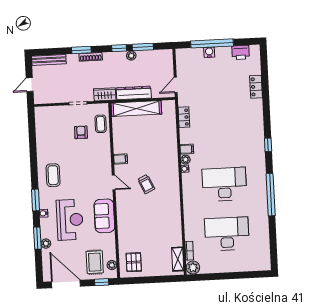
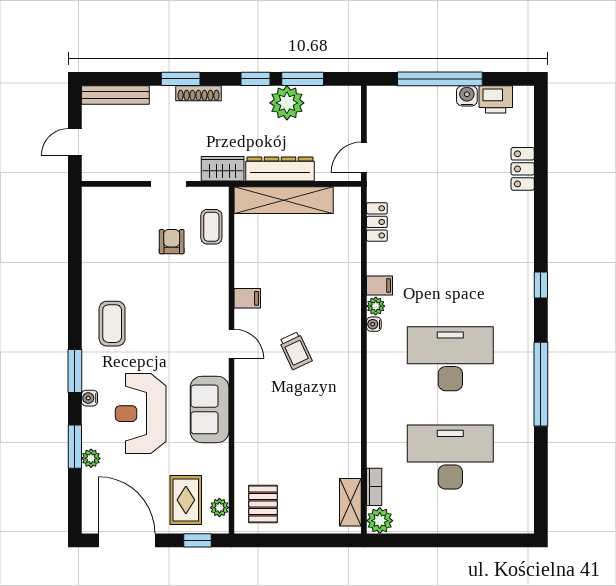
water cooler: (209, 52) -> (467, 96), moved
plant: (131, 56) -> (287, 103), width x1.88, depth x1.88
reception desk: (70, 220) -> (141, 414), turned 180

